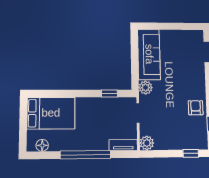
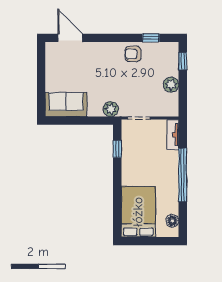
sofa: (149, 54) -> (66, 105), width x0.73
plant: (147, 143) -> (171, 85), moved

